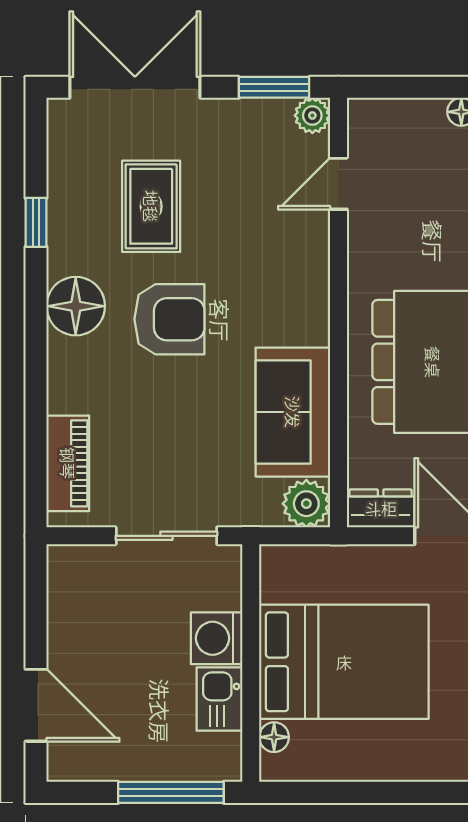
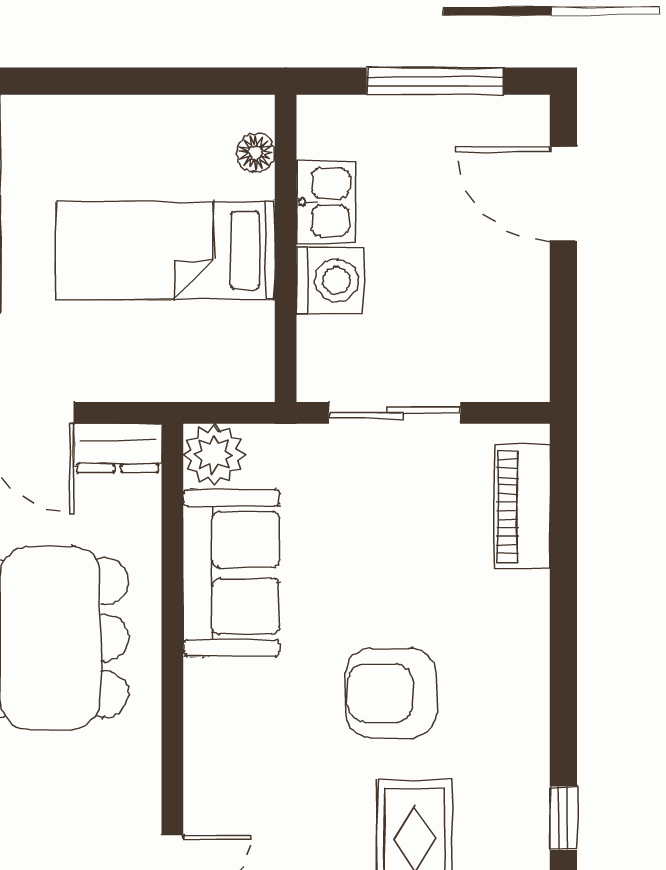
floor lamp: (76, 306) -> (512, 710), removed
bed: (344, 662) -> (165, 250), width x0.67
window: (171, 792) -> (435, 81), moved

